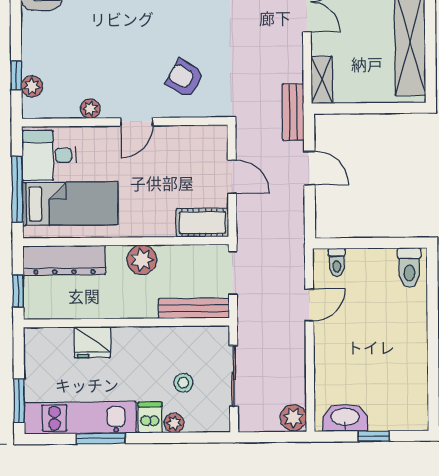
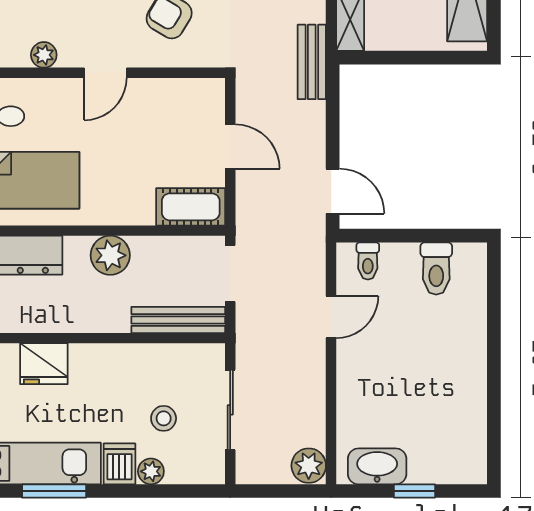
door: (309, 168) -> (333, 191), moved
toilet: (409, 267) -> (436, 269), moved

